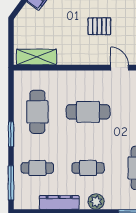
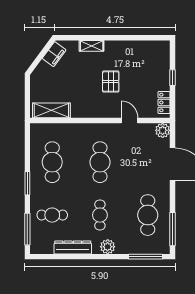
pallet: (99, 26) -> (111, 82), turned 90
cafe table: (88, 112) -> (100, 162), turned 90
cafe table: (88, 168) -> (100, 215), turned 90

